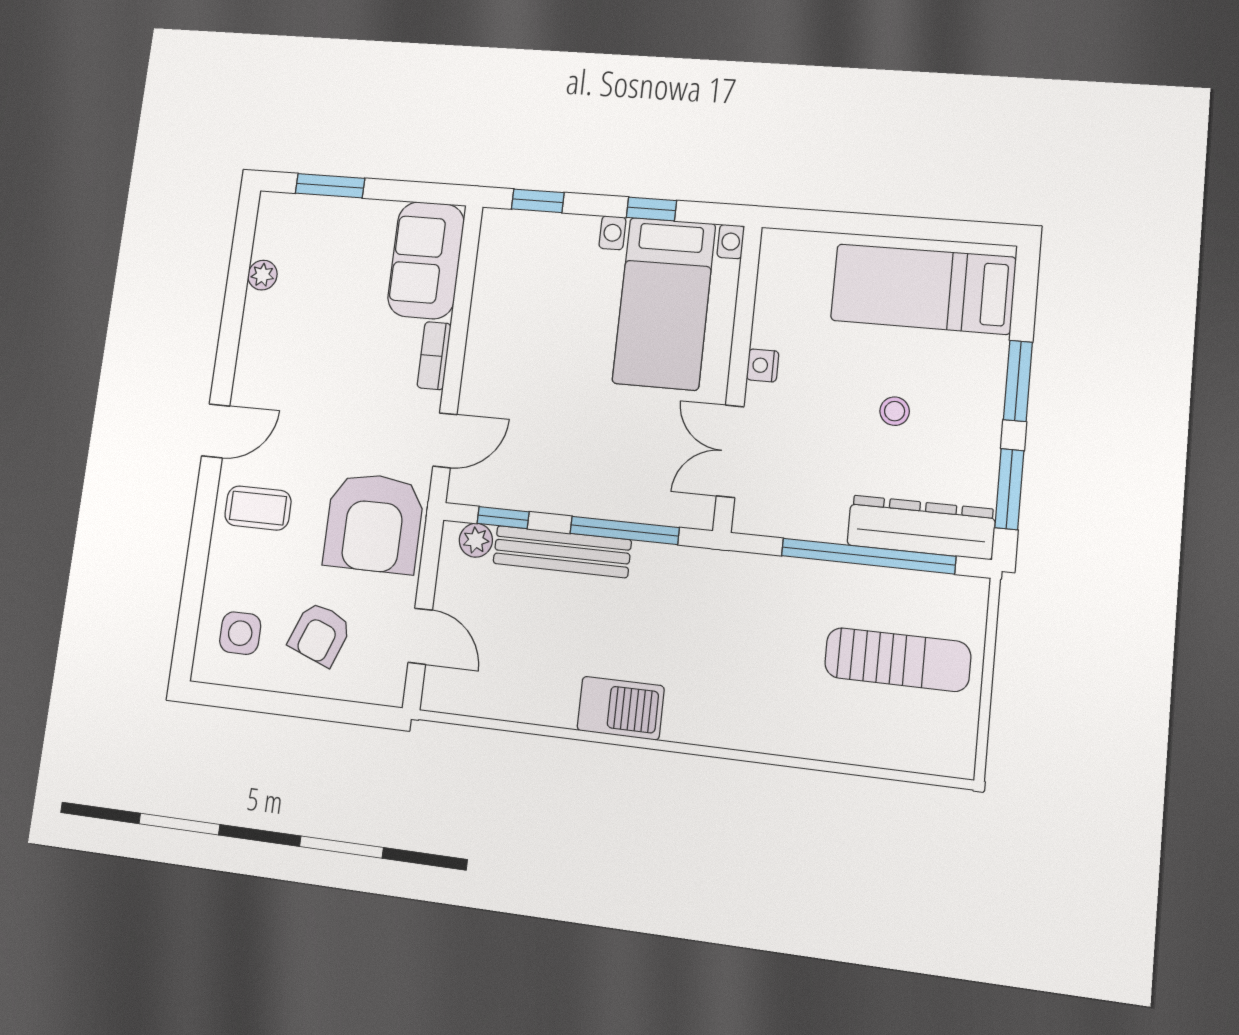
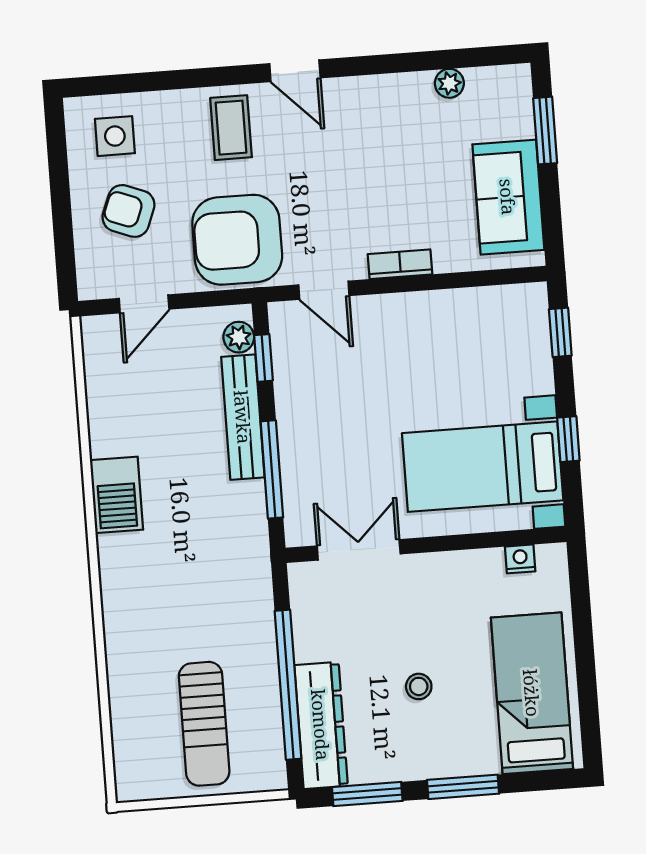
sofa: (426, 260) -> (508, 197), moved, turned -90
nightstand: (763, 365) -> (520, 559), moved

